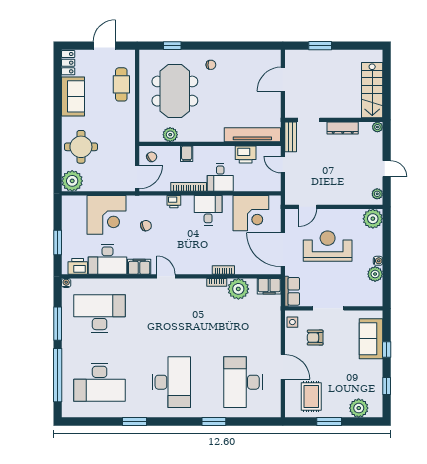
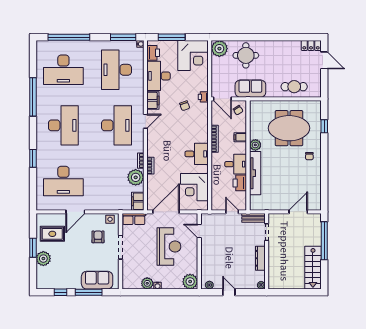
door: (104, 46) -> (324, 60), moved
window: (320, 46) -> (324, 241), width x2.11
door: (283, 79) -> (298, 212), hinge flipped
stairs: (372, 90) -> (313, 268), moved, turned -90
sofa: (73, 96) -> (250, 89), moved, turned 180
plant: (170, 135) -> (255, 145), moved
tv unit: (252, 135) -> (255, 173), moved
door: (283, 165) -> (232, 212), hinge flipped
door: (387, 169) -> (229, 292), swing flipped
desk: (220, 178) -> (236, 164), moved, turned 180
printer: (174, 202) -> (203, 97), moved
corner desk: (106, 215) -> (193, 55), moved, turned -90
window: (58, 243) -> (172, 37), width x1.44
desk: (100, 314) -> (116, 70), turned 180
desk: (171, 314) -> (116, 125), added
window: (58, 324) -> (123, 37), moved
window: (387, 350) -> (89, 292), width x2.17
desk: (100, 382) -> (63, 70), turned -90
desk: (171, 382) -> (63, 125), turned -90
desk: (243, 382) -> (63, 181), turned 180
plant: (359, 408) -> (43, 259), moved
window: (134, 421) -> (33, 97), width x2.11

